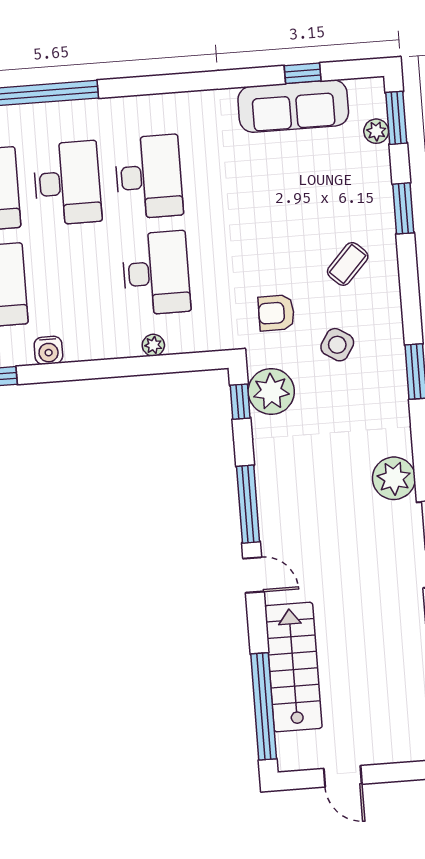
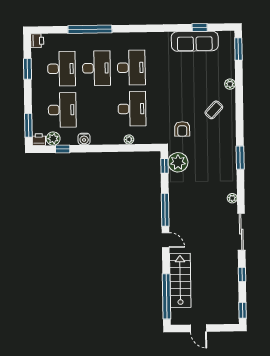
plant: (376, 131) -> (230, 84), moved
window: (403, 208) -> (239, 88), removed
armchair: (276, 313) -> (182, 129), turned -90
side table: (337, 345) -> (207, 144), removed
plant: (394, 478) -> (232, 198), width x0.53, depth x0.53

